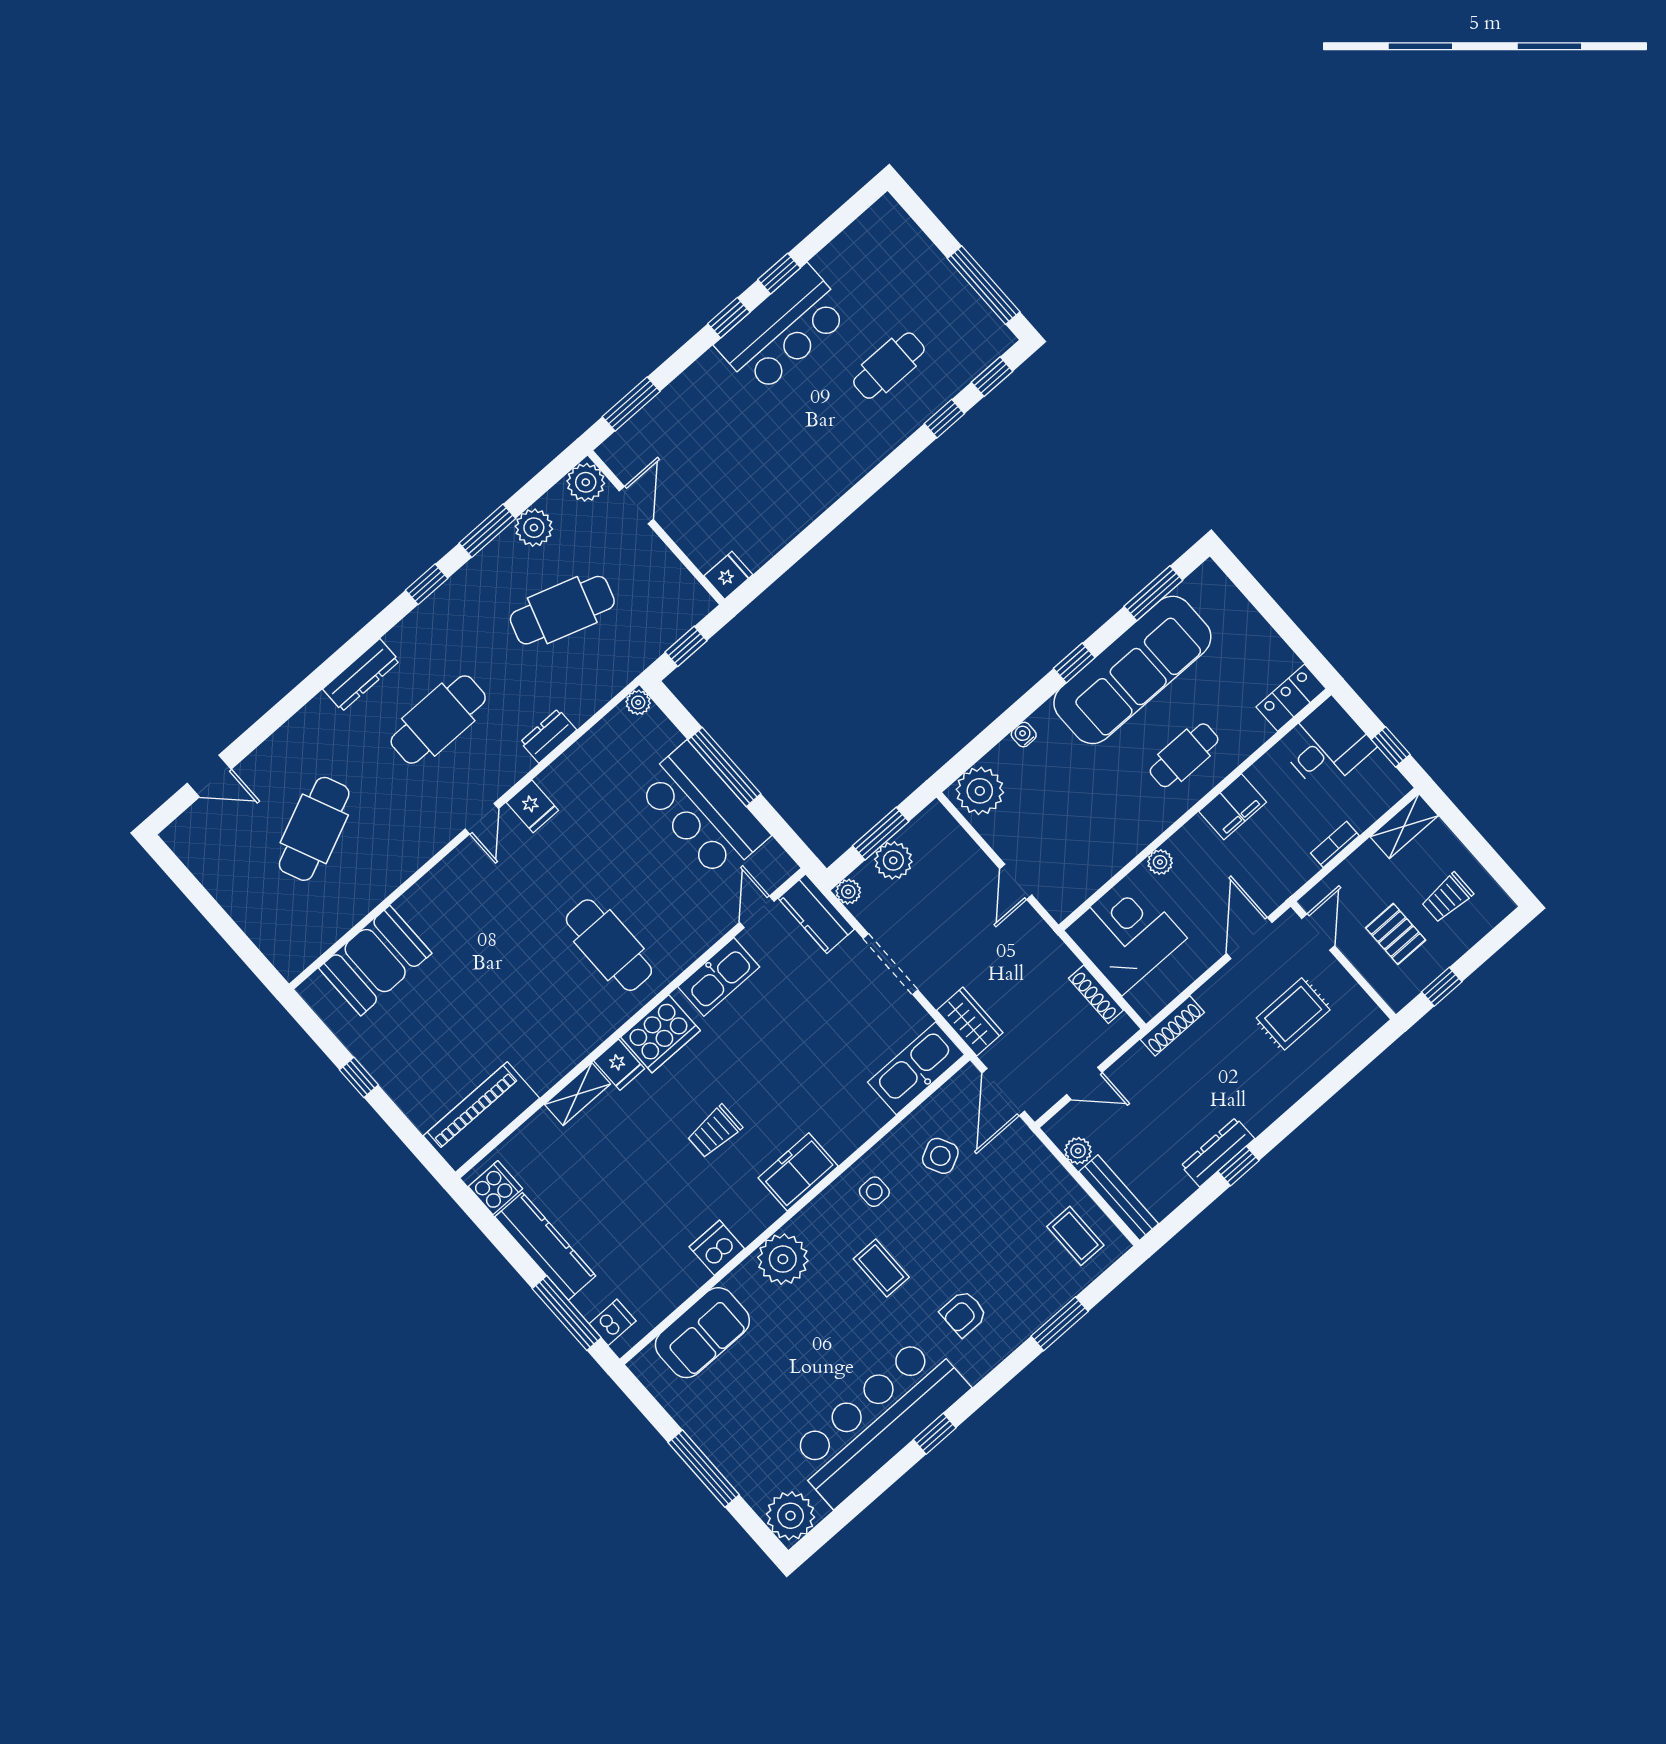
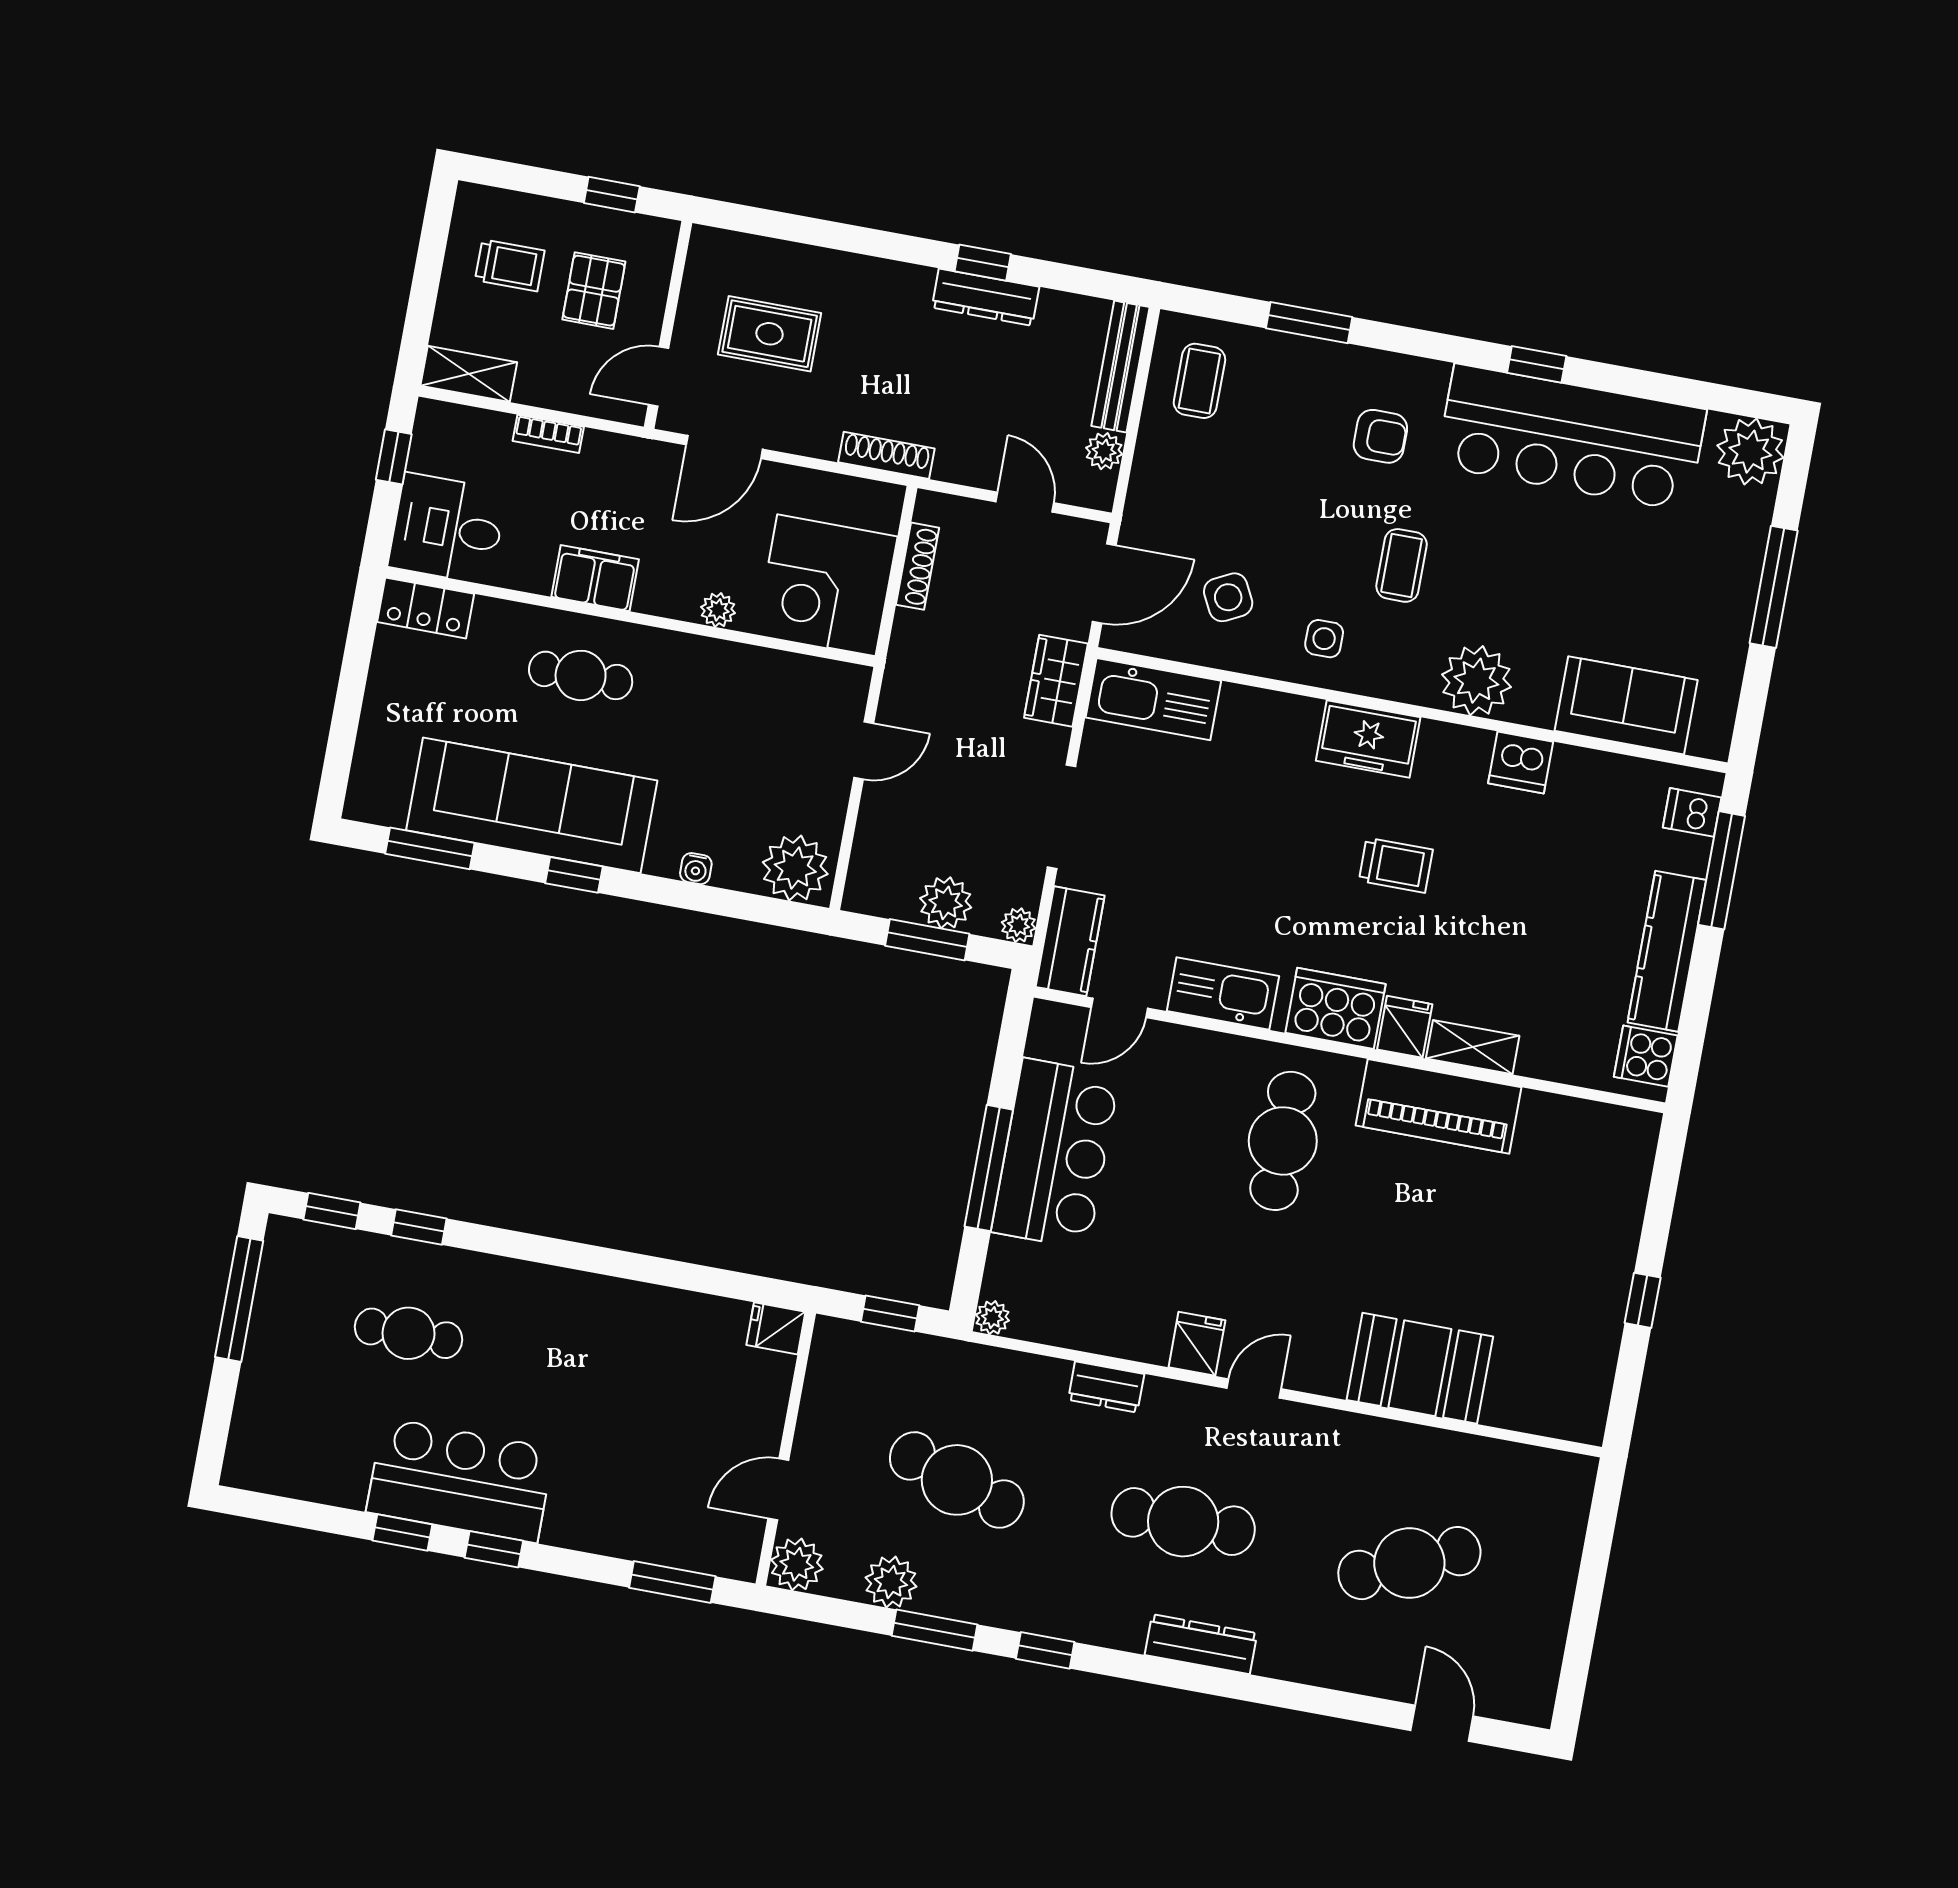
booth: (375, 961) -> (1420, 1368), moved
piano: (481, 1117) -> (1438, 1106), moved

